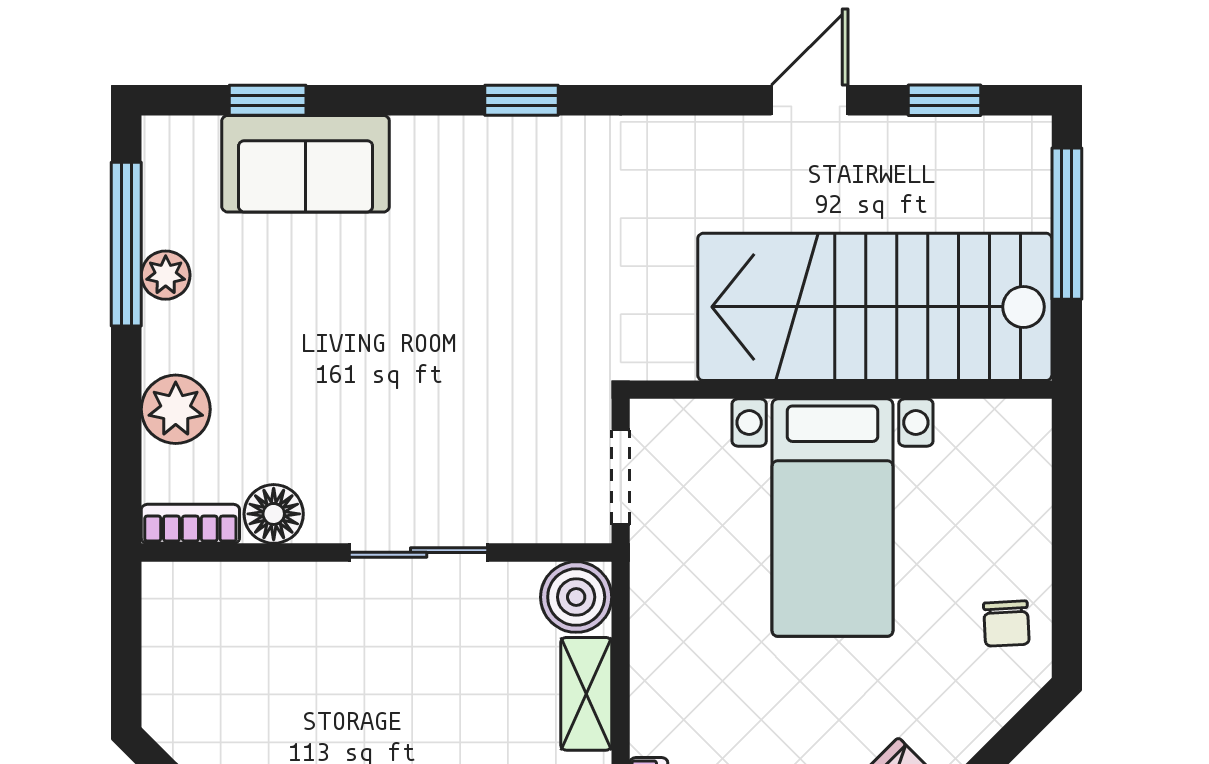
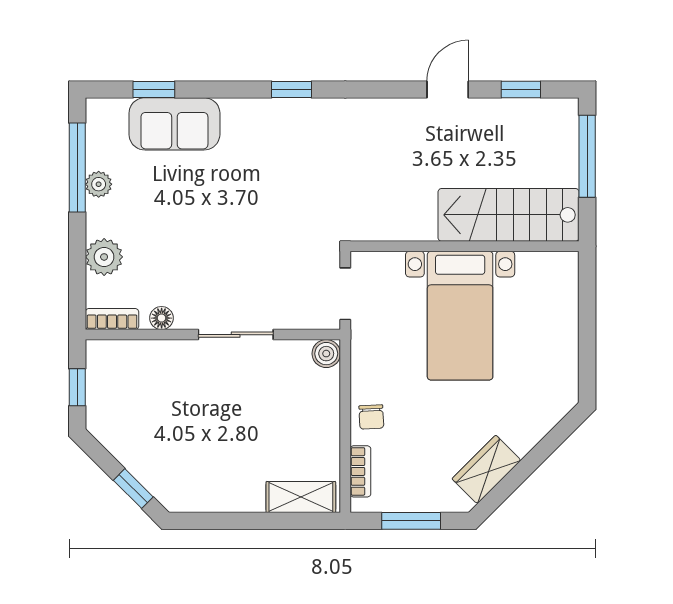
stairs: (875, 307) -> (509, 215), width x0.73, depth x0.66
floor lamp: (274, 514) -> (162, 318), width x0.73, depth x0.73
boiler: (576, 597) -> (326, 354), width x0.73, depth x0.73
chair: (1006, 624) -> (371, 417), moved
window: (126, 650) -> (77, 387), added
shelving: (586, 694) -> (327, 411), removed

